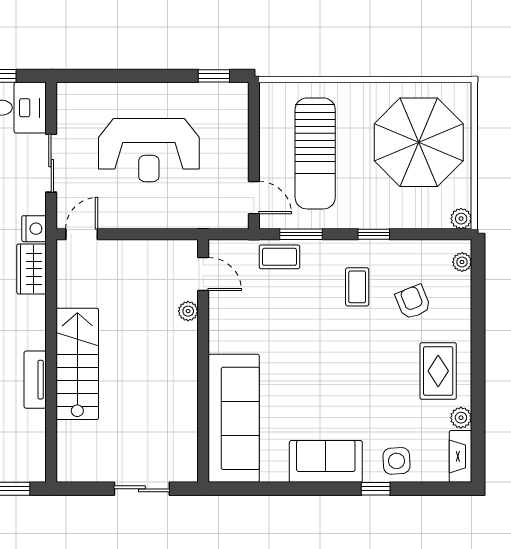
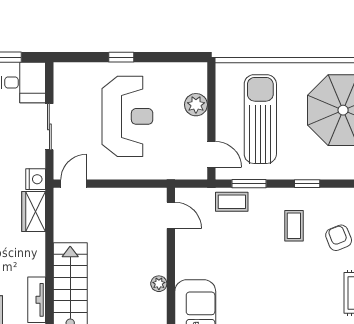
window: (214, 76) -> (121, 57), moved
plant: (235, 135) -> (196, 105), added
reception desk: (149, 150) -> (127, 116), turned -90
sun lounger: (315, 153) -> (260, 119), turned 180
plant: (188, 311) -> (159, 284), moved

